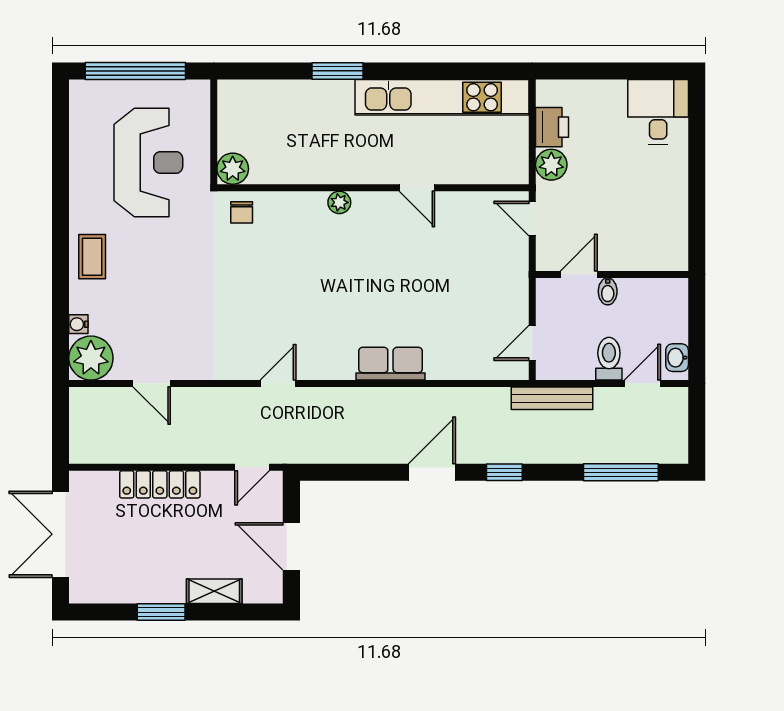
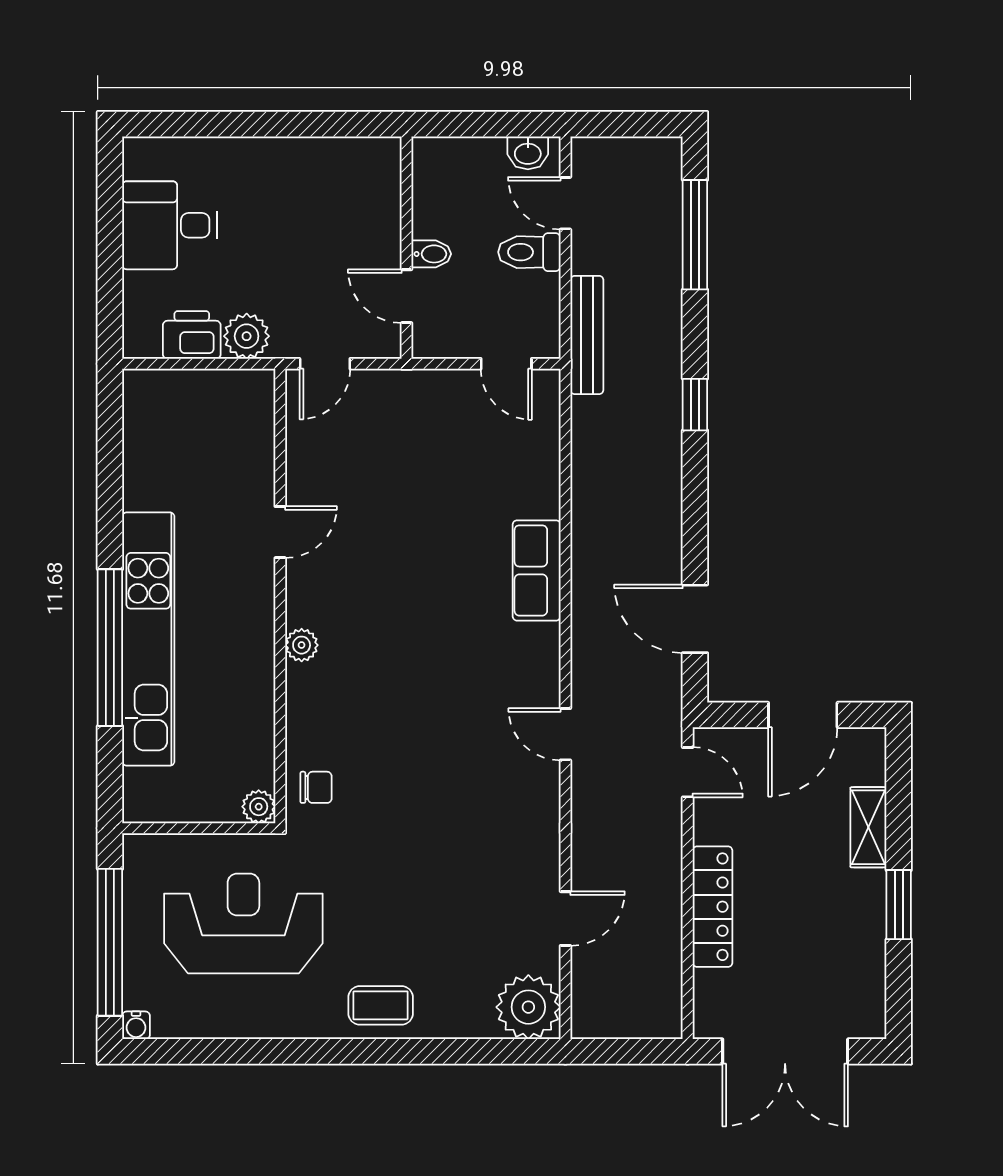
window: (338, 71) -> (110, 648), width x2.11
kitchen unit: (442, 97) -> (148, 639), moved
desk: (658, 112) -> (170, 225), moved
plant: (233, 169) -> (259, 807), width x0.73, depth x0.73
water cooler: (78, 324) -> (136, 1025), moved
door: (432, 472) -> (695, 619), moved

